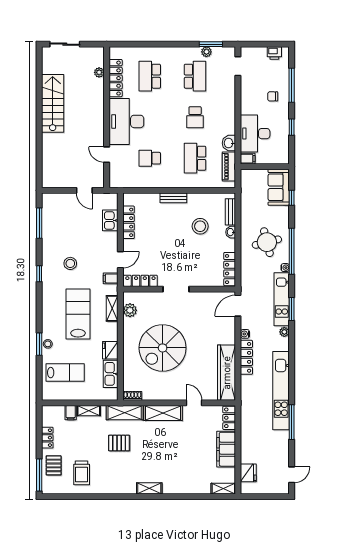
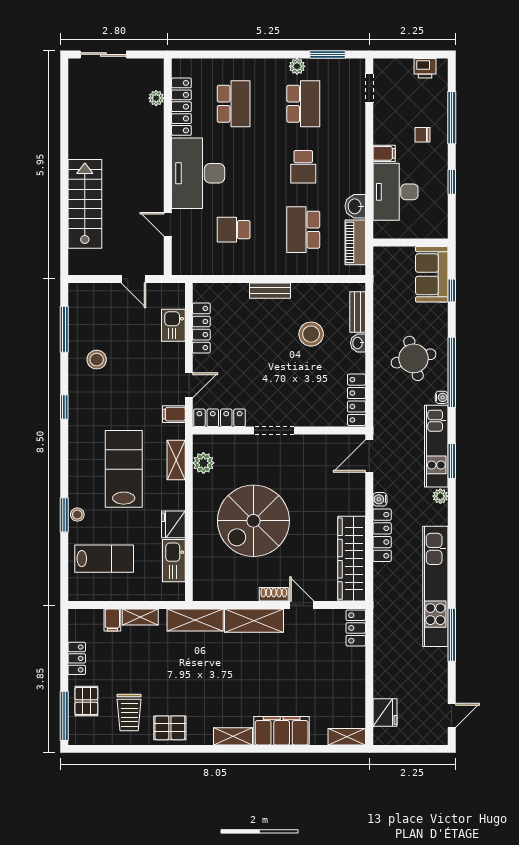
plant: (206, 52) -> (297, 66), moved
school desk: (150, 76) -> (234, 104), turned 180
stairs: (53, 103) -> (85, 204), moved
filing cabinet: (248, 159) -> (384, 153), moved
stool: (70, 263) -> (97, 360), moved
shoe rack: (132, 396) -> (274, 594), moved
pallet: (119, 443) -> (170, 728), moved
filing cabinet: (226, 449) -> (282, 731), moved, turned 90

